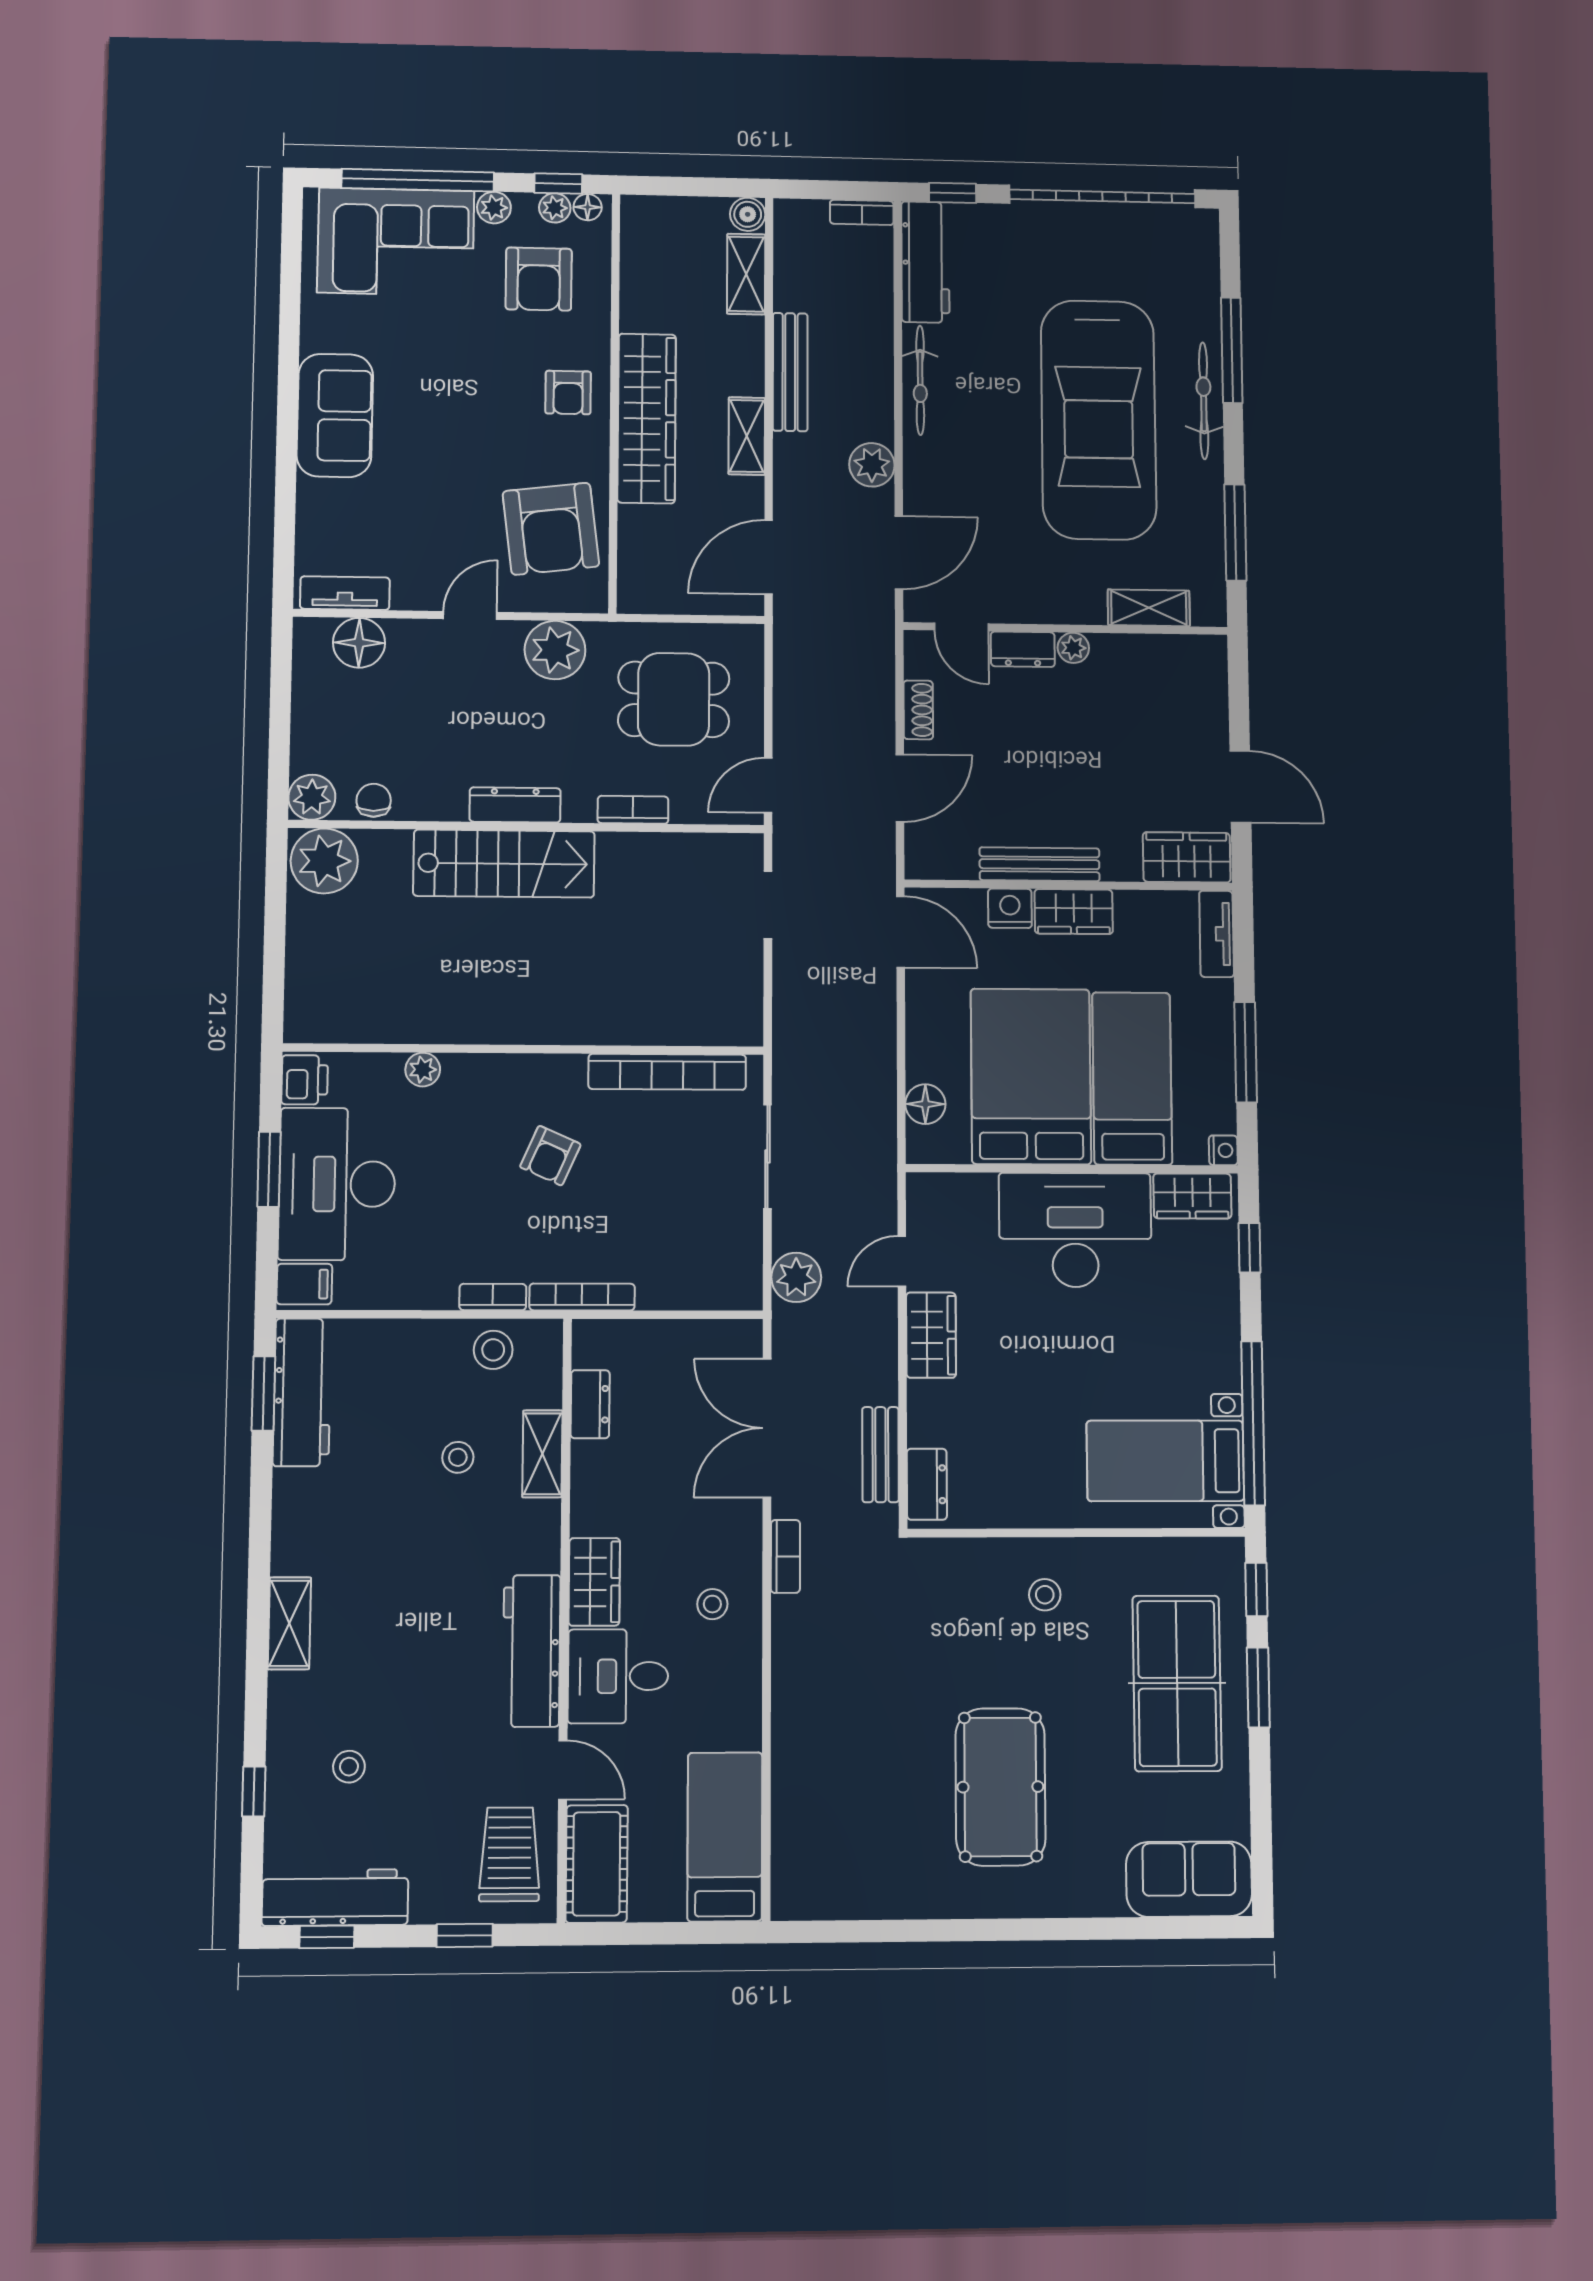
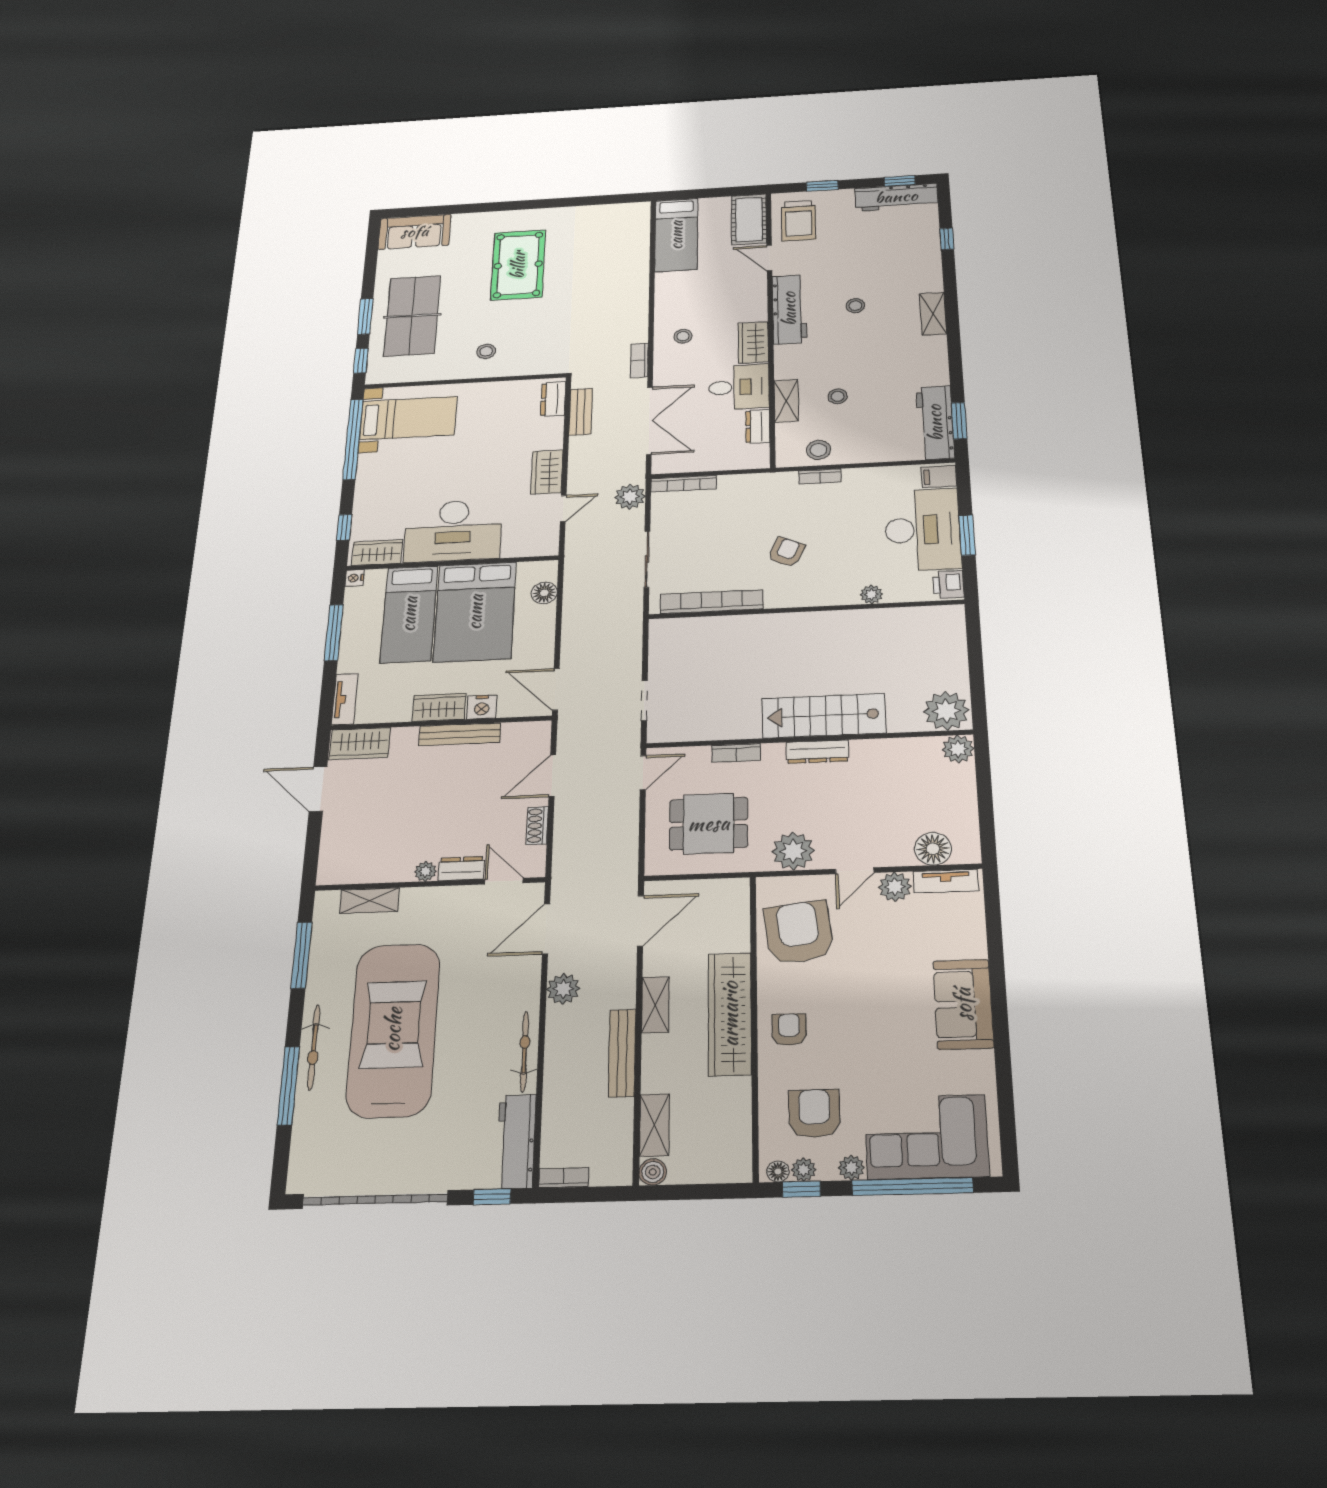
plant: (416, 589) -> (895, 887), added
chair: (374, 800) -> (915, 749), removed
bookcase: (582, 1297) -> (684, 484), moved
desk: (618, 1676) -> (739, 387), moved
stool: (349, 1767) -> (855, 306), moved

